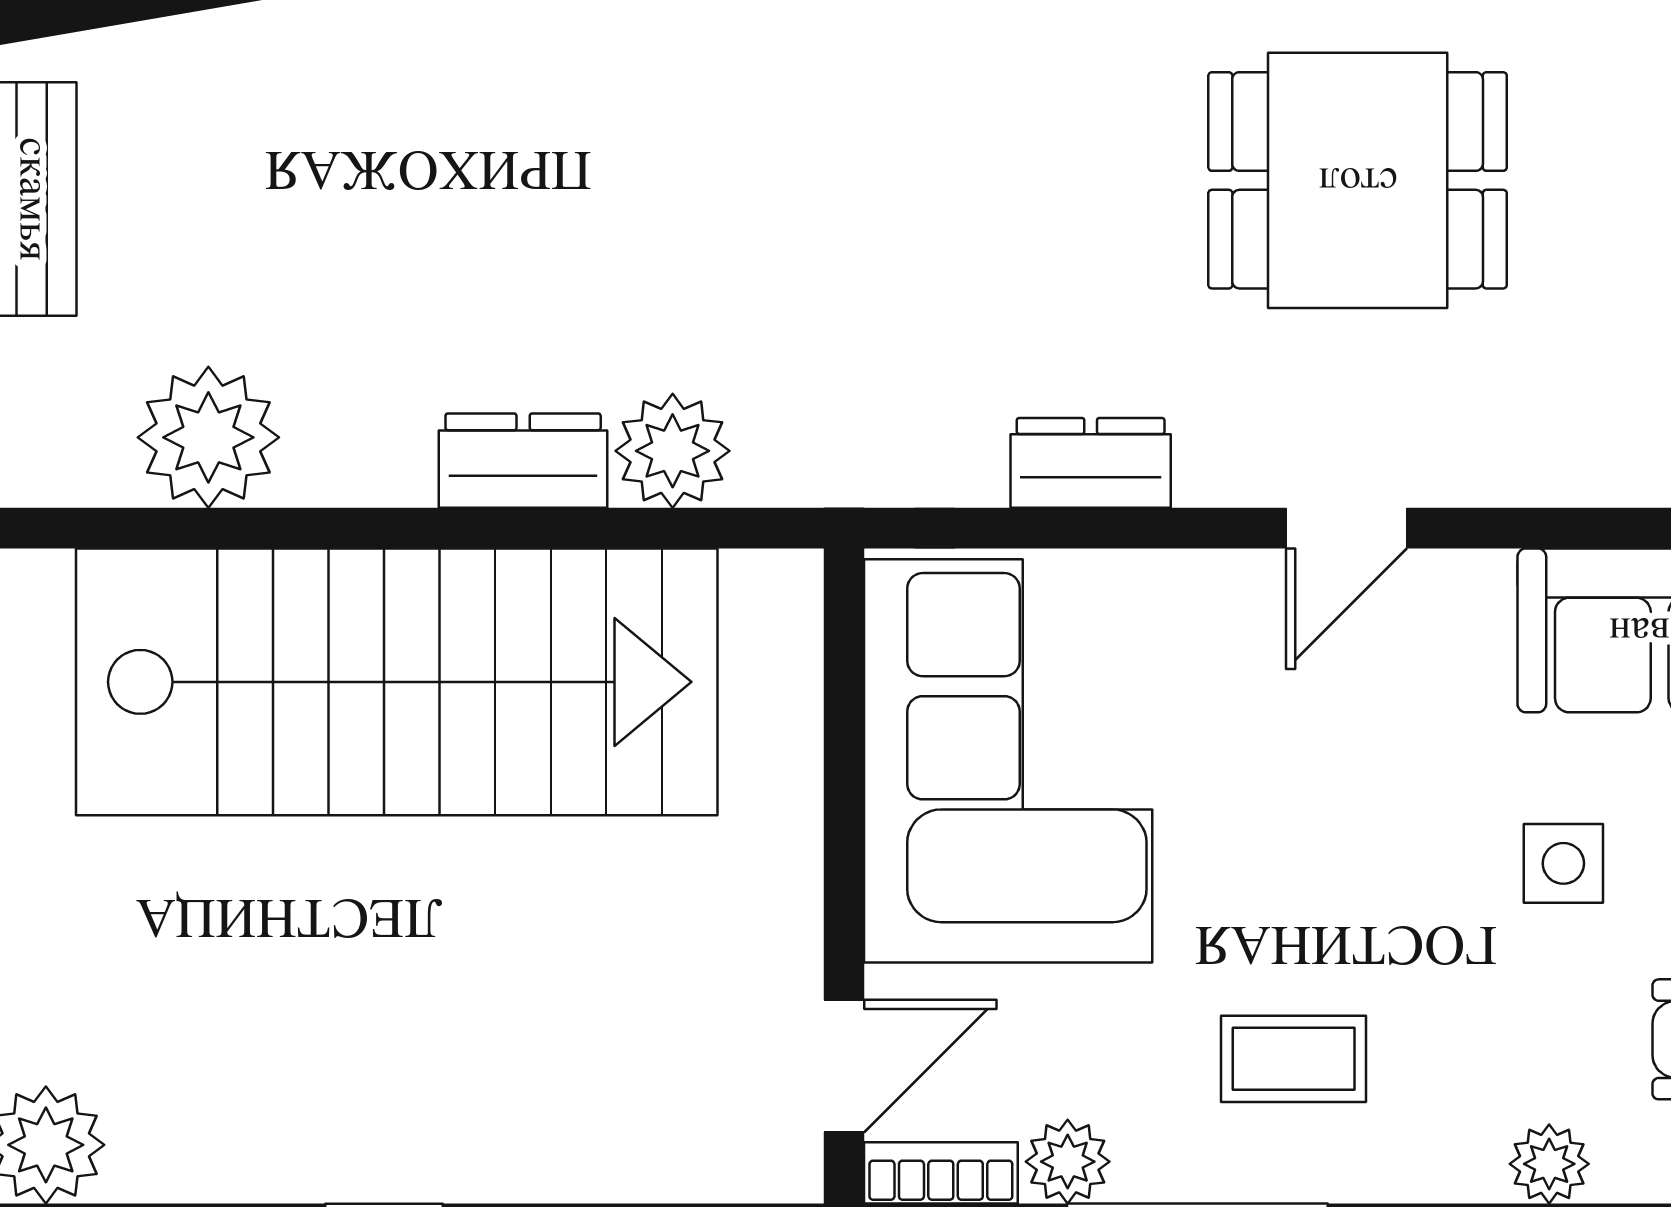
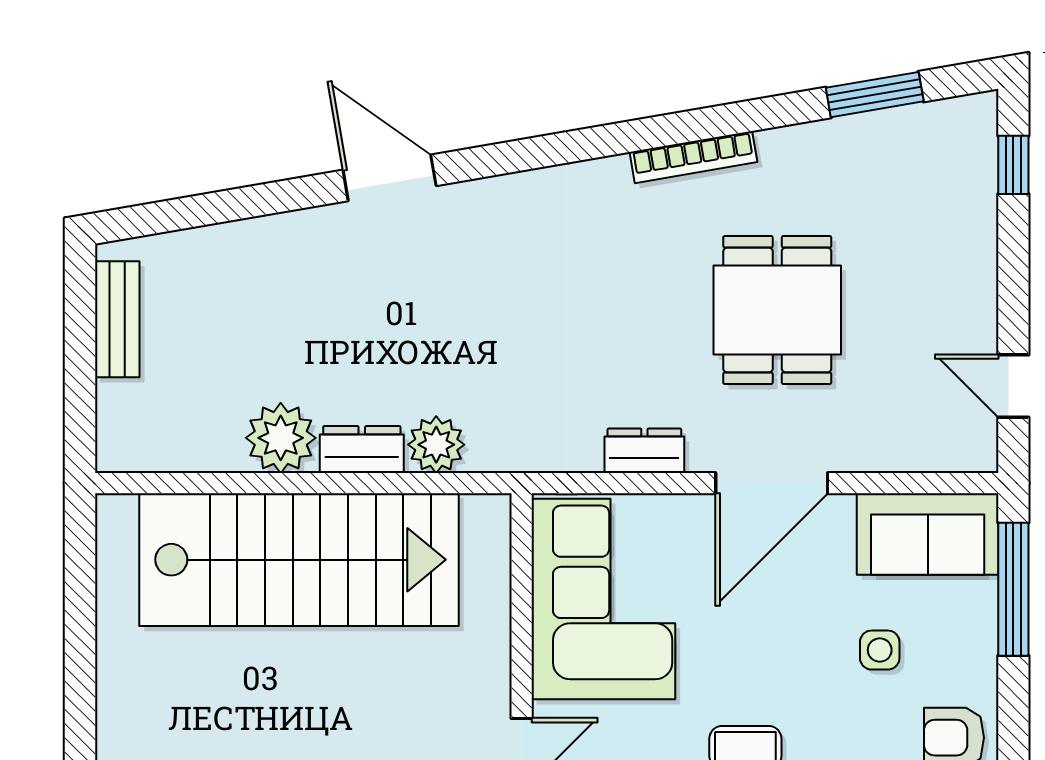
dining table: (1358, 180) -> (777, 310), turned 90
plant: (208, 437) -> (281, 438), moved
door: (1346, 528) -> (772, 483), width x1.87

